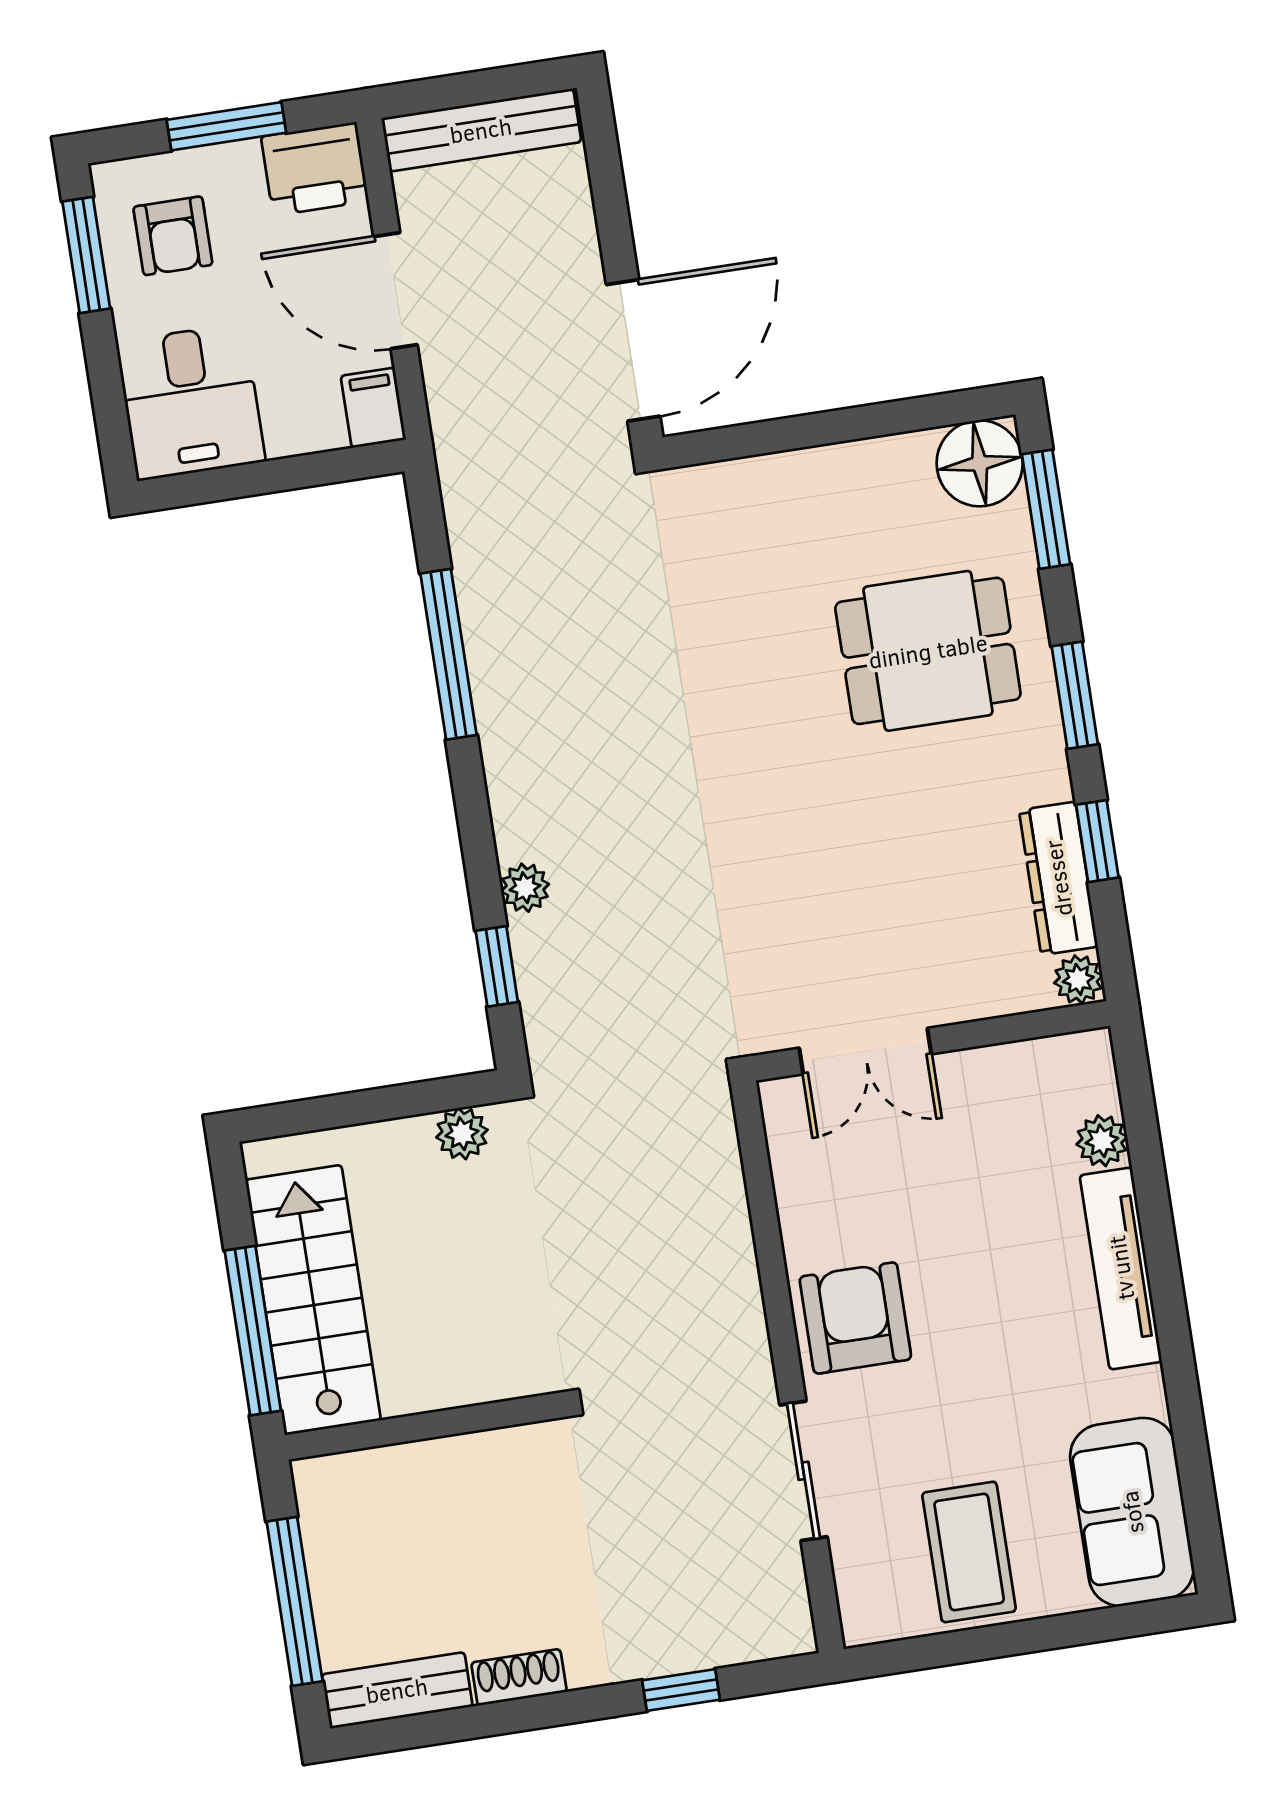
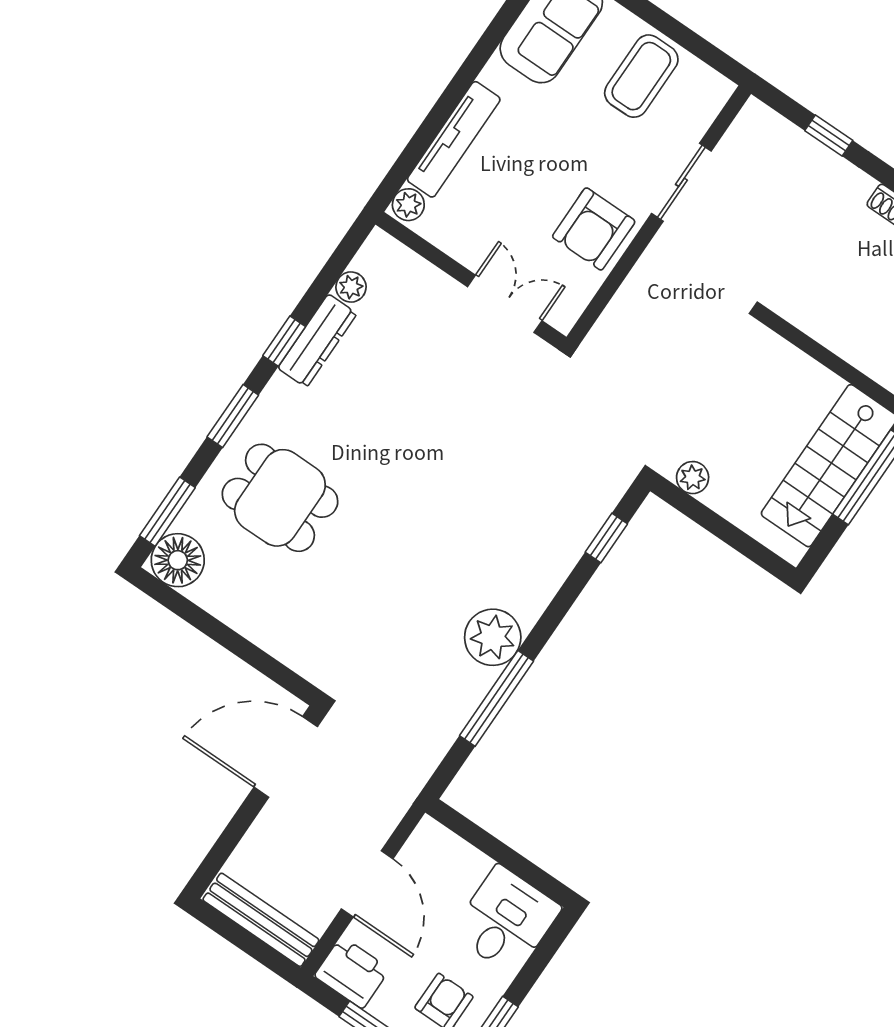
filing cabinet: (373, 408) -> (426, 841), removed
plant: (525, 888) -> (493, 637), moved, width x1.88, depth x1.88
wall: (931, 1041) -> (471, 281), moved
double door: (865, 1051) -> (505, 304), moved

